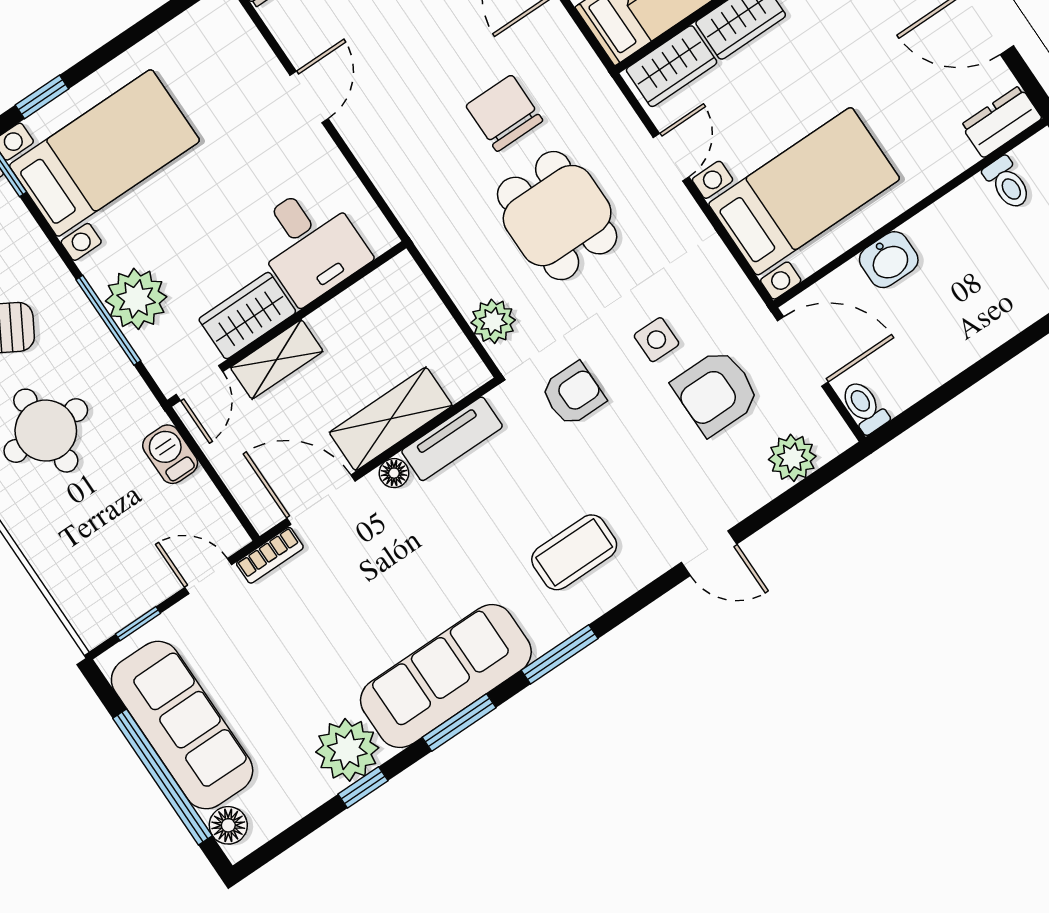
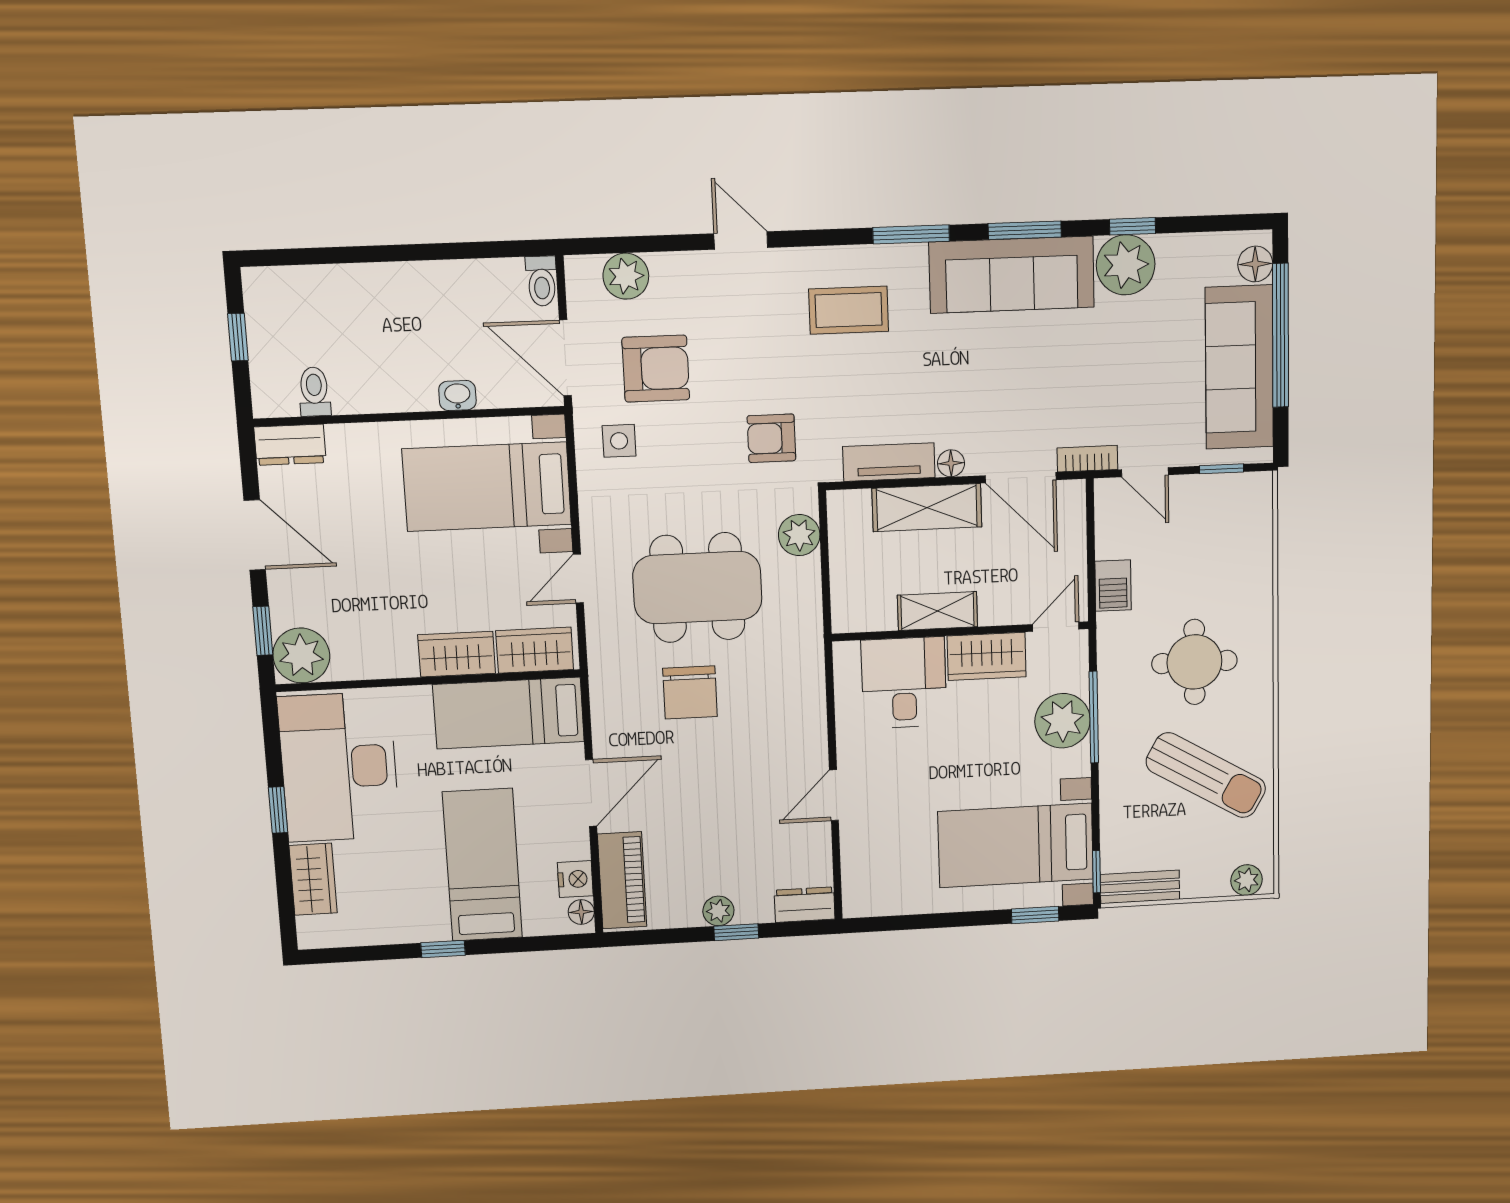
dining table: (557, 216) -> (697, 588), width x1.38
washbasin: (889, 260) -> (457, 396), width x0.72, depth x0.69
side table: (656, 340) -> (619, 441), moved
shelving: (277, 359) -> (938, 611), moved

